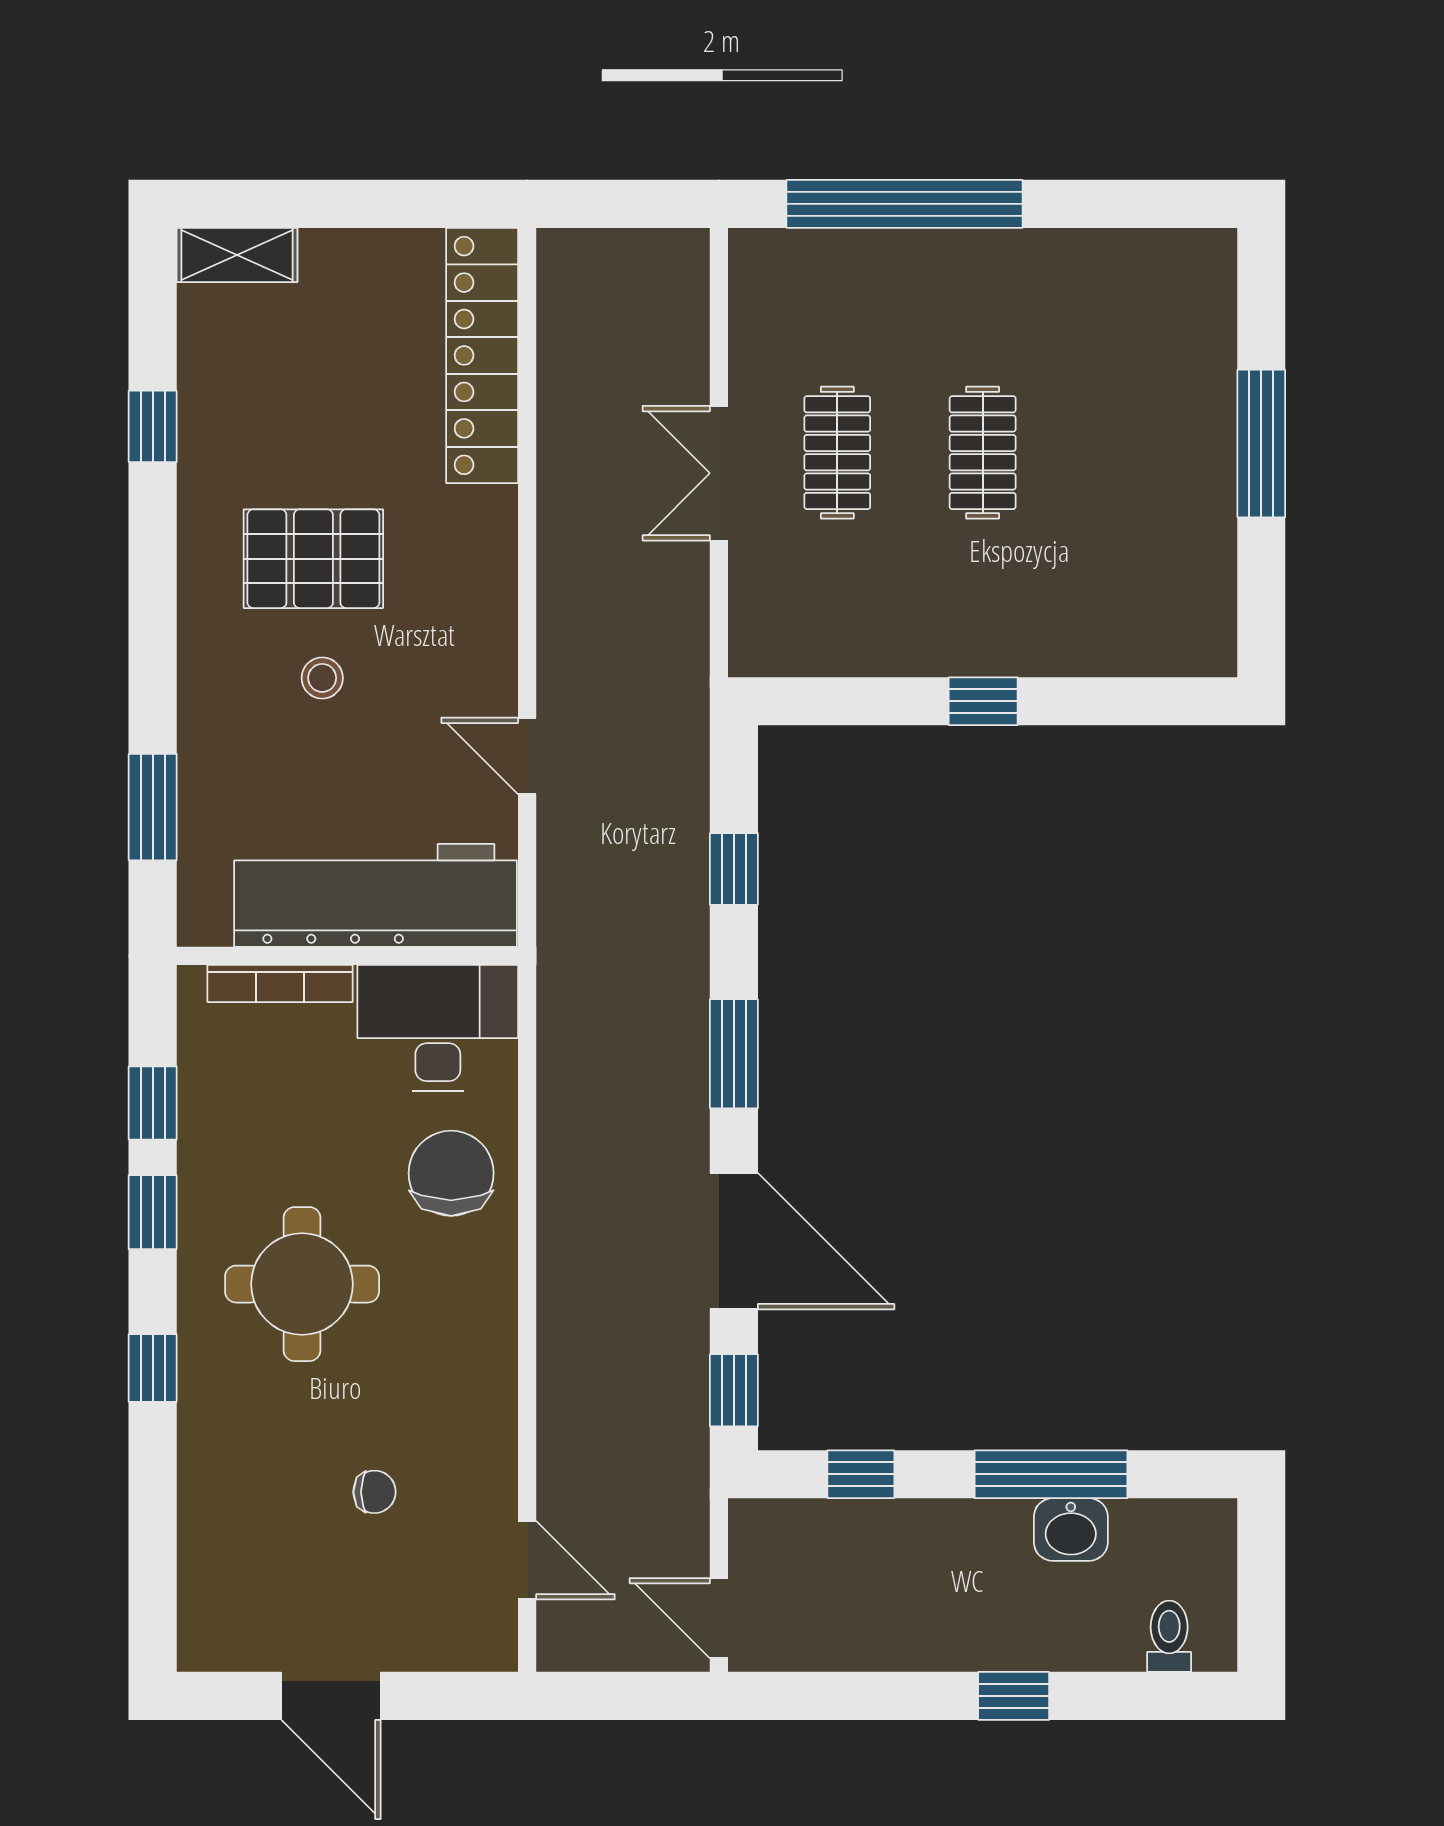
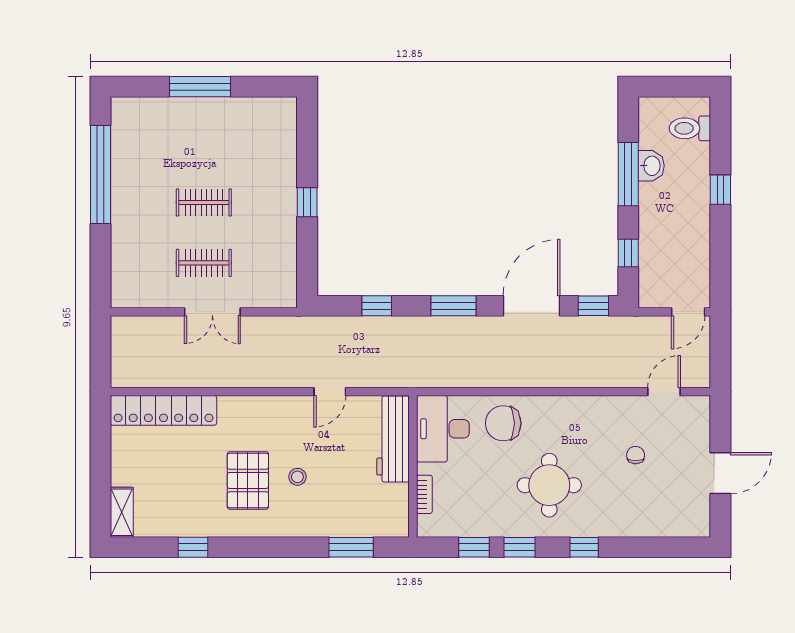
window: (904, 204) -> (101, 175), moved
workbench: (376, 895) -> (393, 439), width x0.73, depth x0.76
bookcase: (280, 984) -> (424, 494), width x0.64
toilet: (1169, 1636) -> (690, 128), width x1.37, depth x1.39

